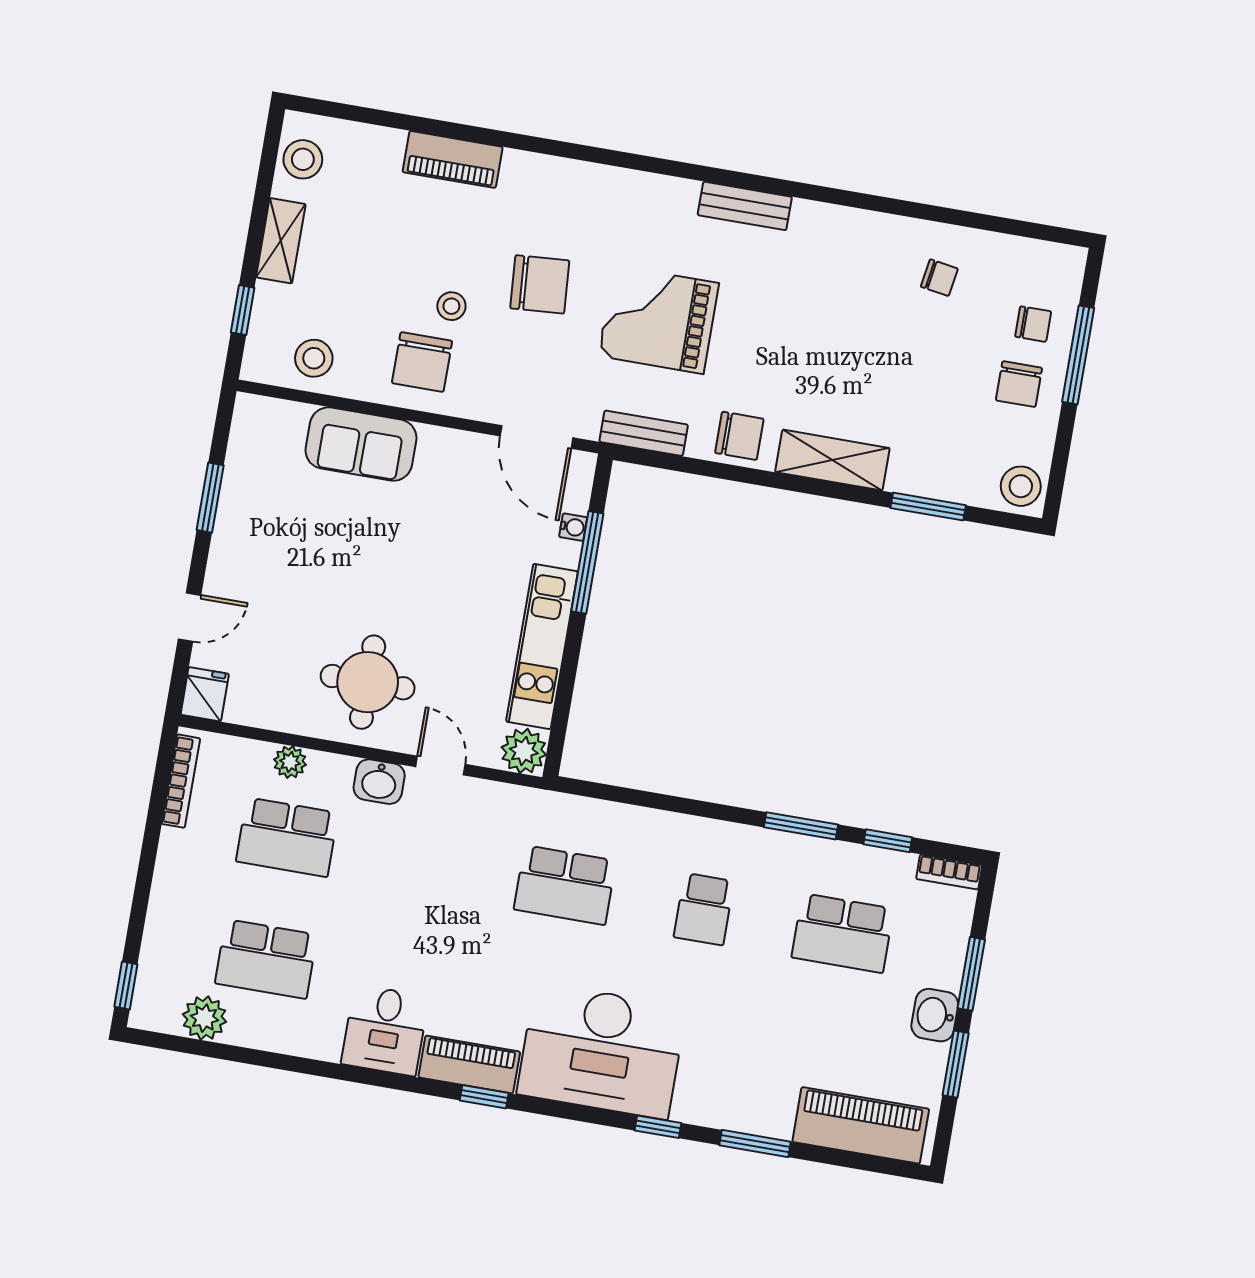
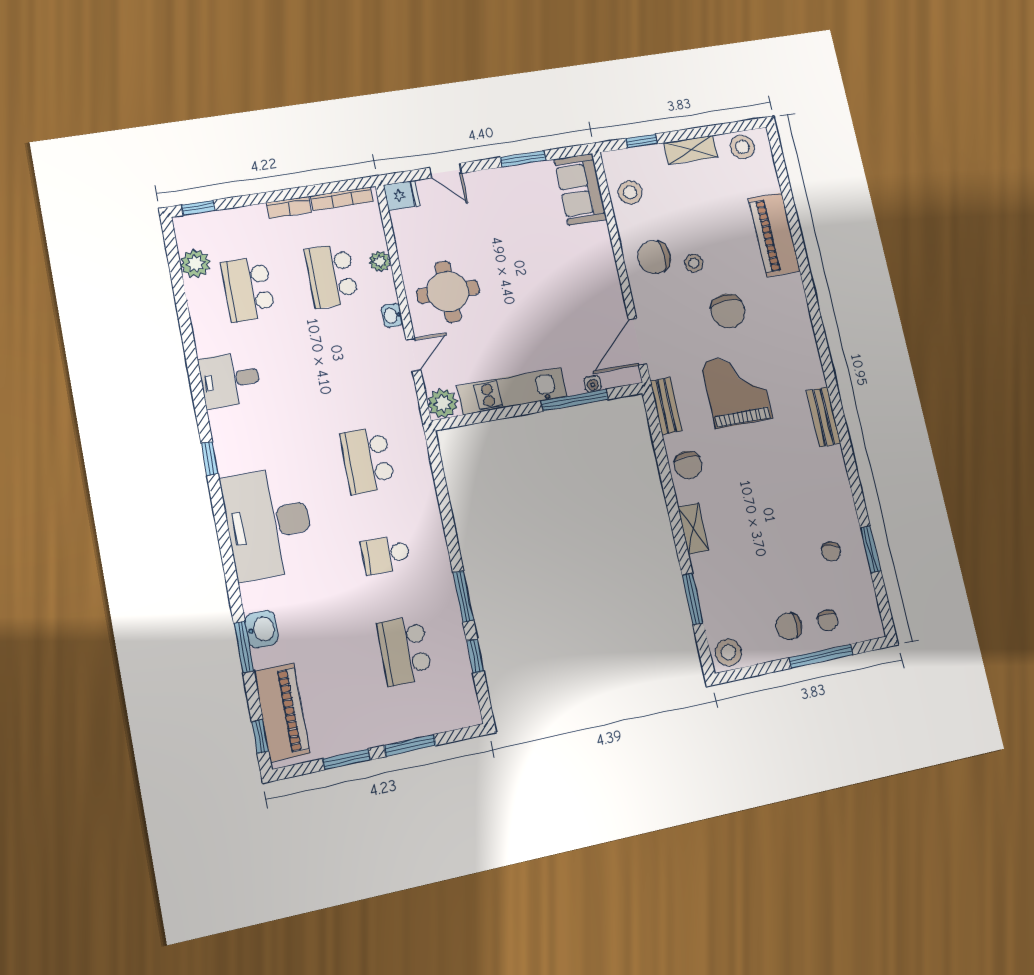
piano: (453, 159) -> (774, 235), width x1.37, depth x1.33
window: (959, 218) -> (871, 549), added
sofa: (361, 444) -> (580, 189), moved
shelving: (832, 460) -> (693, 529), width x0.67, depth x0.75
washbasin: (379, 782) -> (392, 315), width x0.72, depth x0.69
bookcase: (949, 872) -> (289, 207), moved, turned -90
washbasin: (935, 1015) -> (262, 629), moved, turned 90
piano: (469, 1065) -> (227, 441), removed
window: (658, 1127) -> (260, 737), moved

